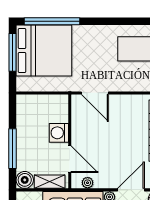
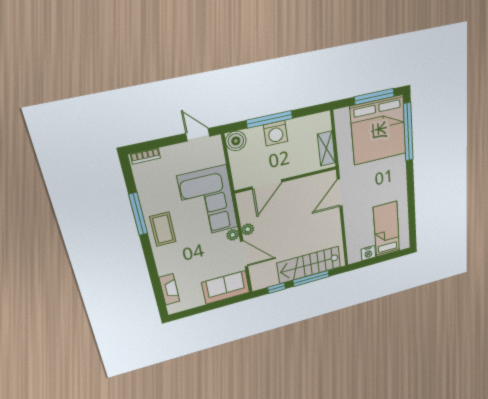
washing machine: (59, 133) -> (276, 133), moved, turned 180
shelving: (50, 182) -> (326, 149), moved
plant: (88, 183) -> (248, 229), moved

